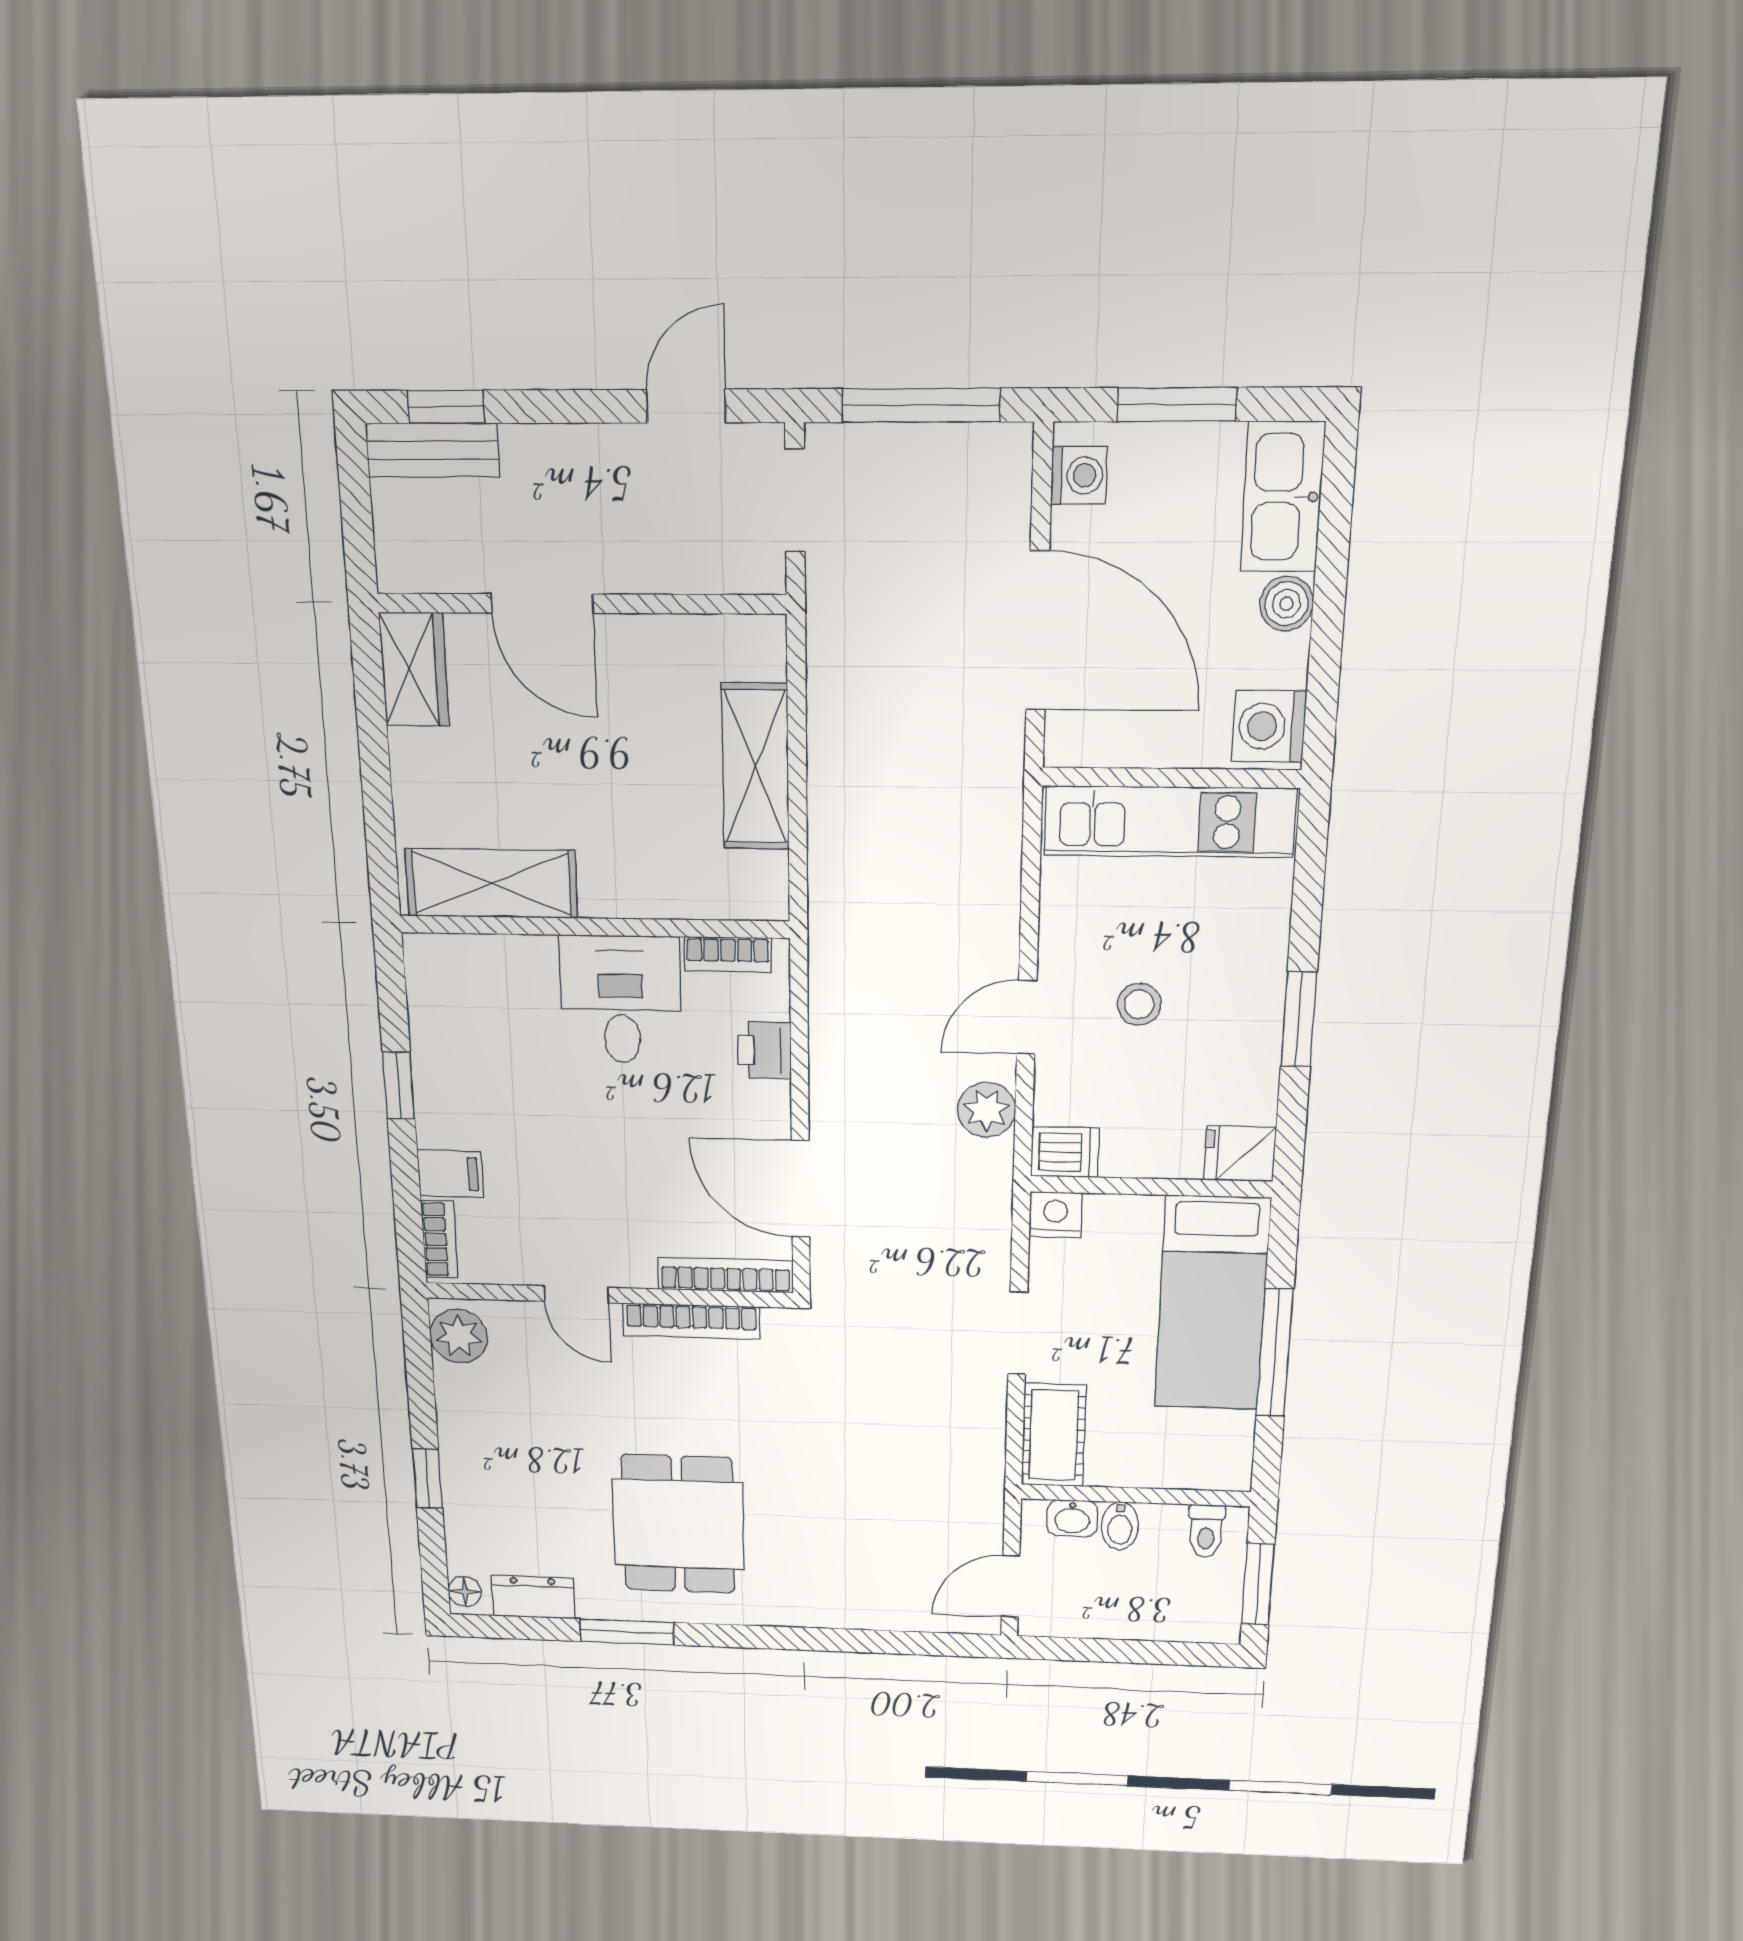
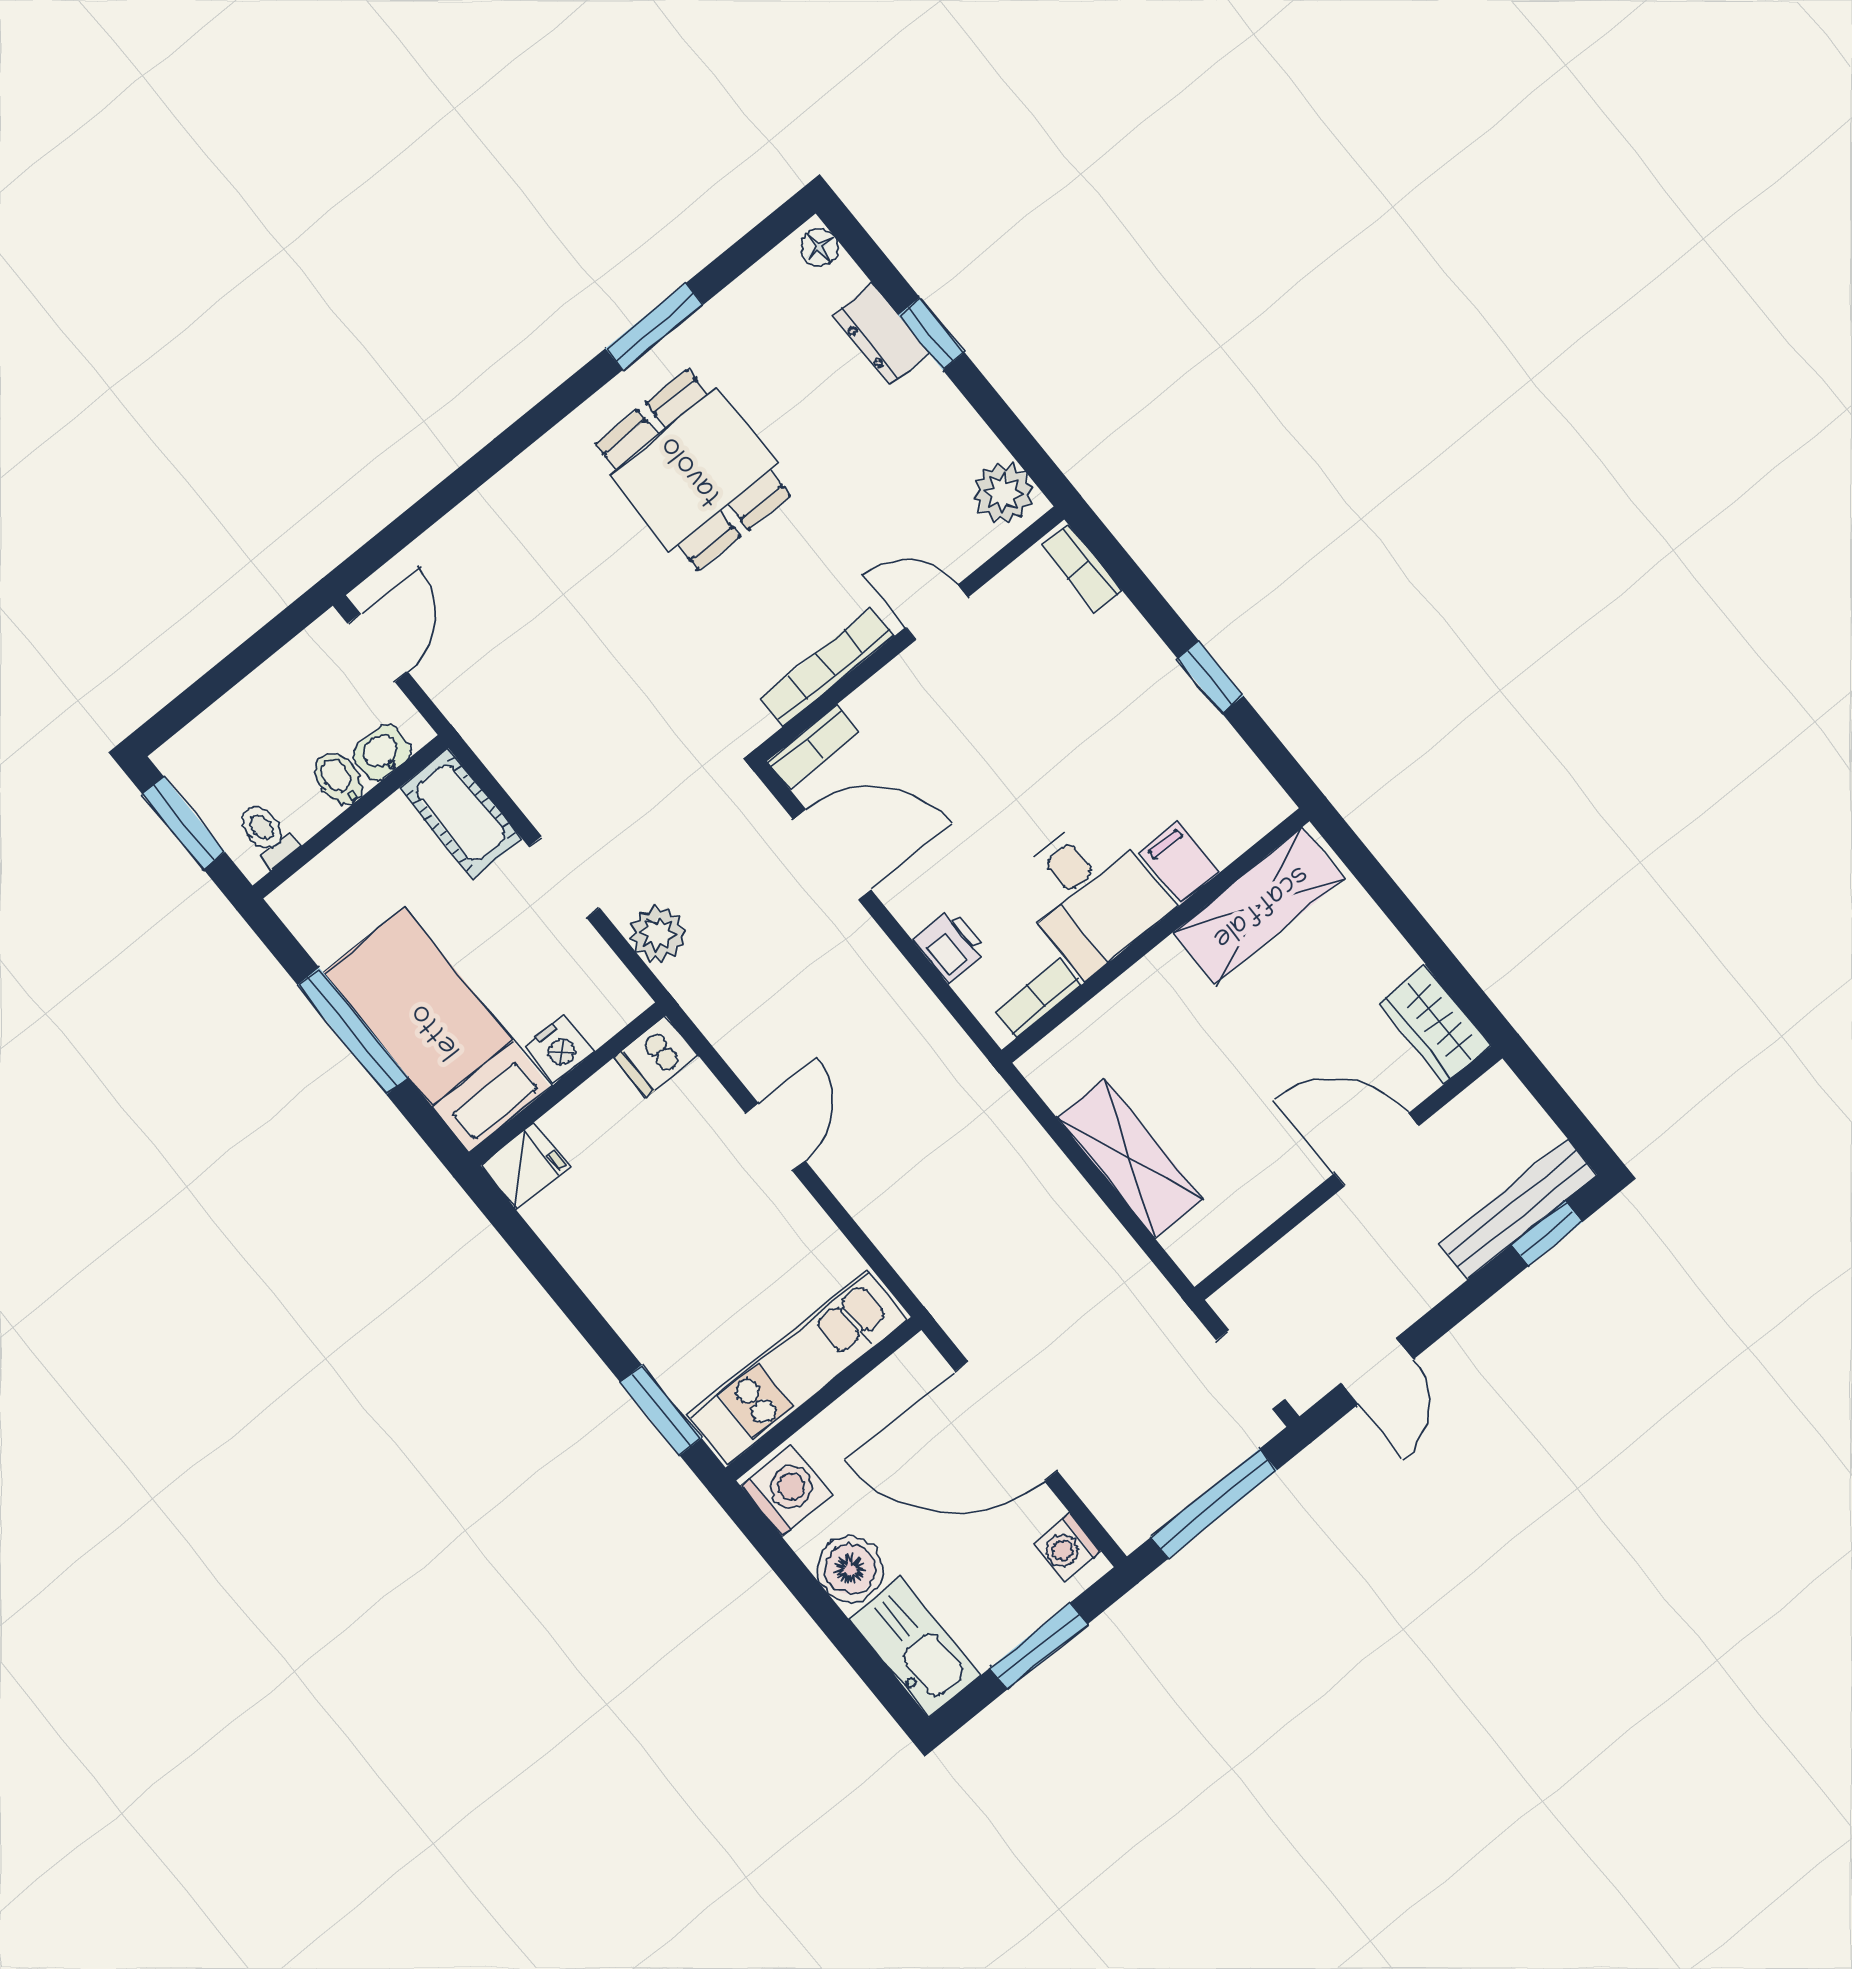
bench: (433, 450) -> (1518, 1209), width x1.36
boiler: (1286, 604) -> (850, 1569), width x1.36, depth x1.36
stool: (1139, 1004) -> (701, 1217), removed
window: (1299, 1019) -> (661, 1410), moved
plant: (987, 1110) -> (658, 934), moved
filing cabinet: (450, 1174) -> (1180, 862), moved, turned 90
nightstand: (1056, 1215) -> (559, 1049), moved
bookcase: (725, 1275) -> (813, 747), width x0.64
dresser: (533, 1597) -> (881, 334), moved, turned 90

